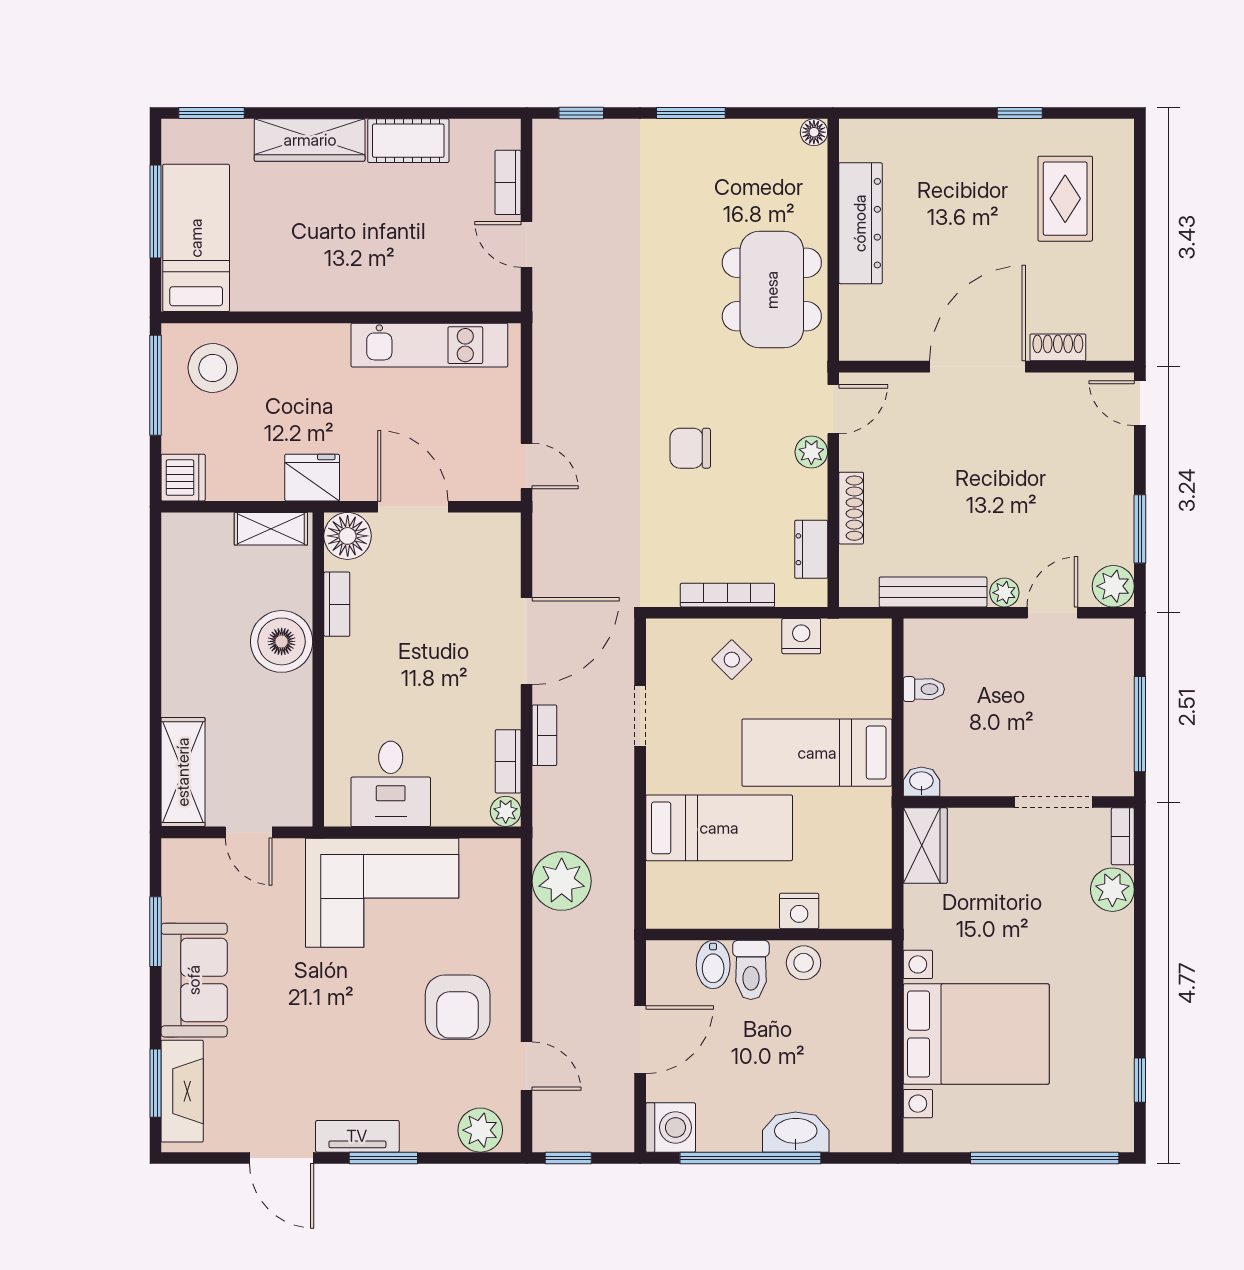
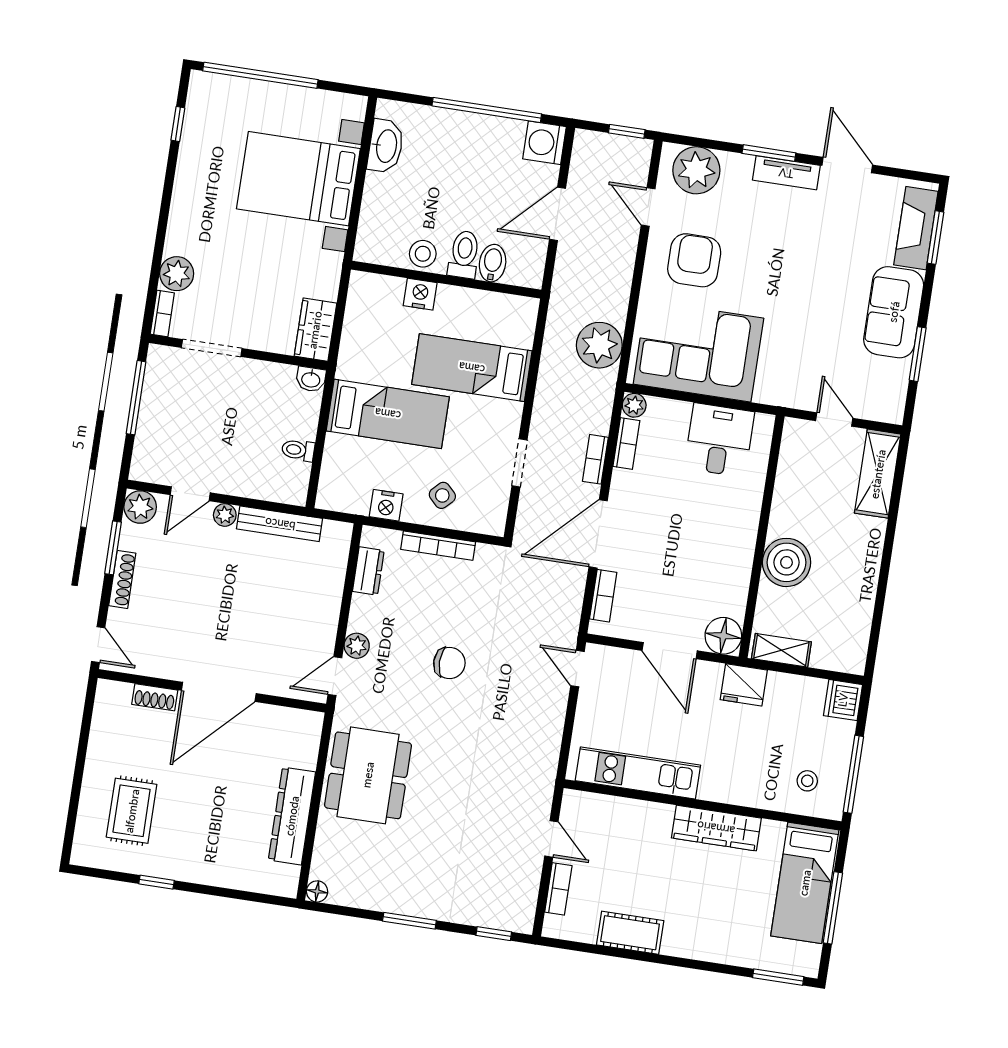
wardrobe: (310, 140) -> (716, 828), moved, turned 180
stool: (213, 368) -> (807, 781), width x0.53, depth x0.53
shoe rack: (851, 508) -> (122, 579), moved, turned 180
bookcase: (337, 604) -> (603, 596), moved, turned 180
corner sofa: (382, 893) -> (698, 351), moved
plant: (480, 1130) -> (696, 170), width x1.36, depth x1.36
washbasin: (796, 1132) -> (386, 146), moved, turned -90

